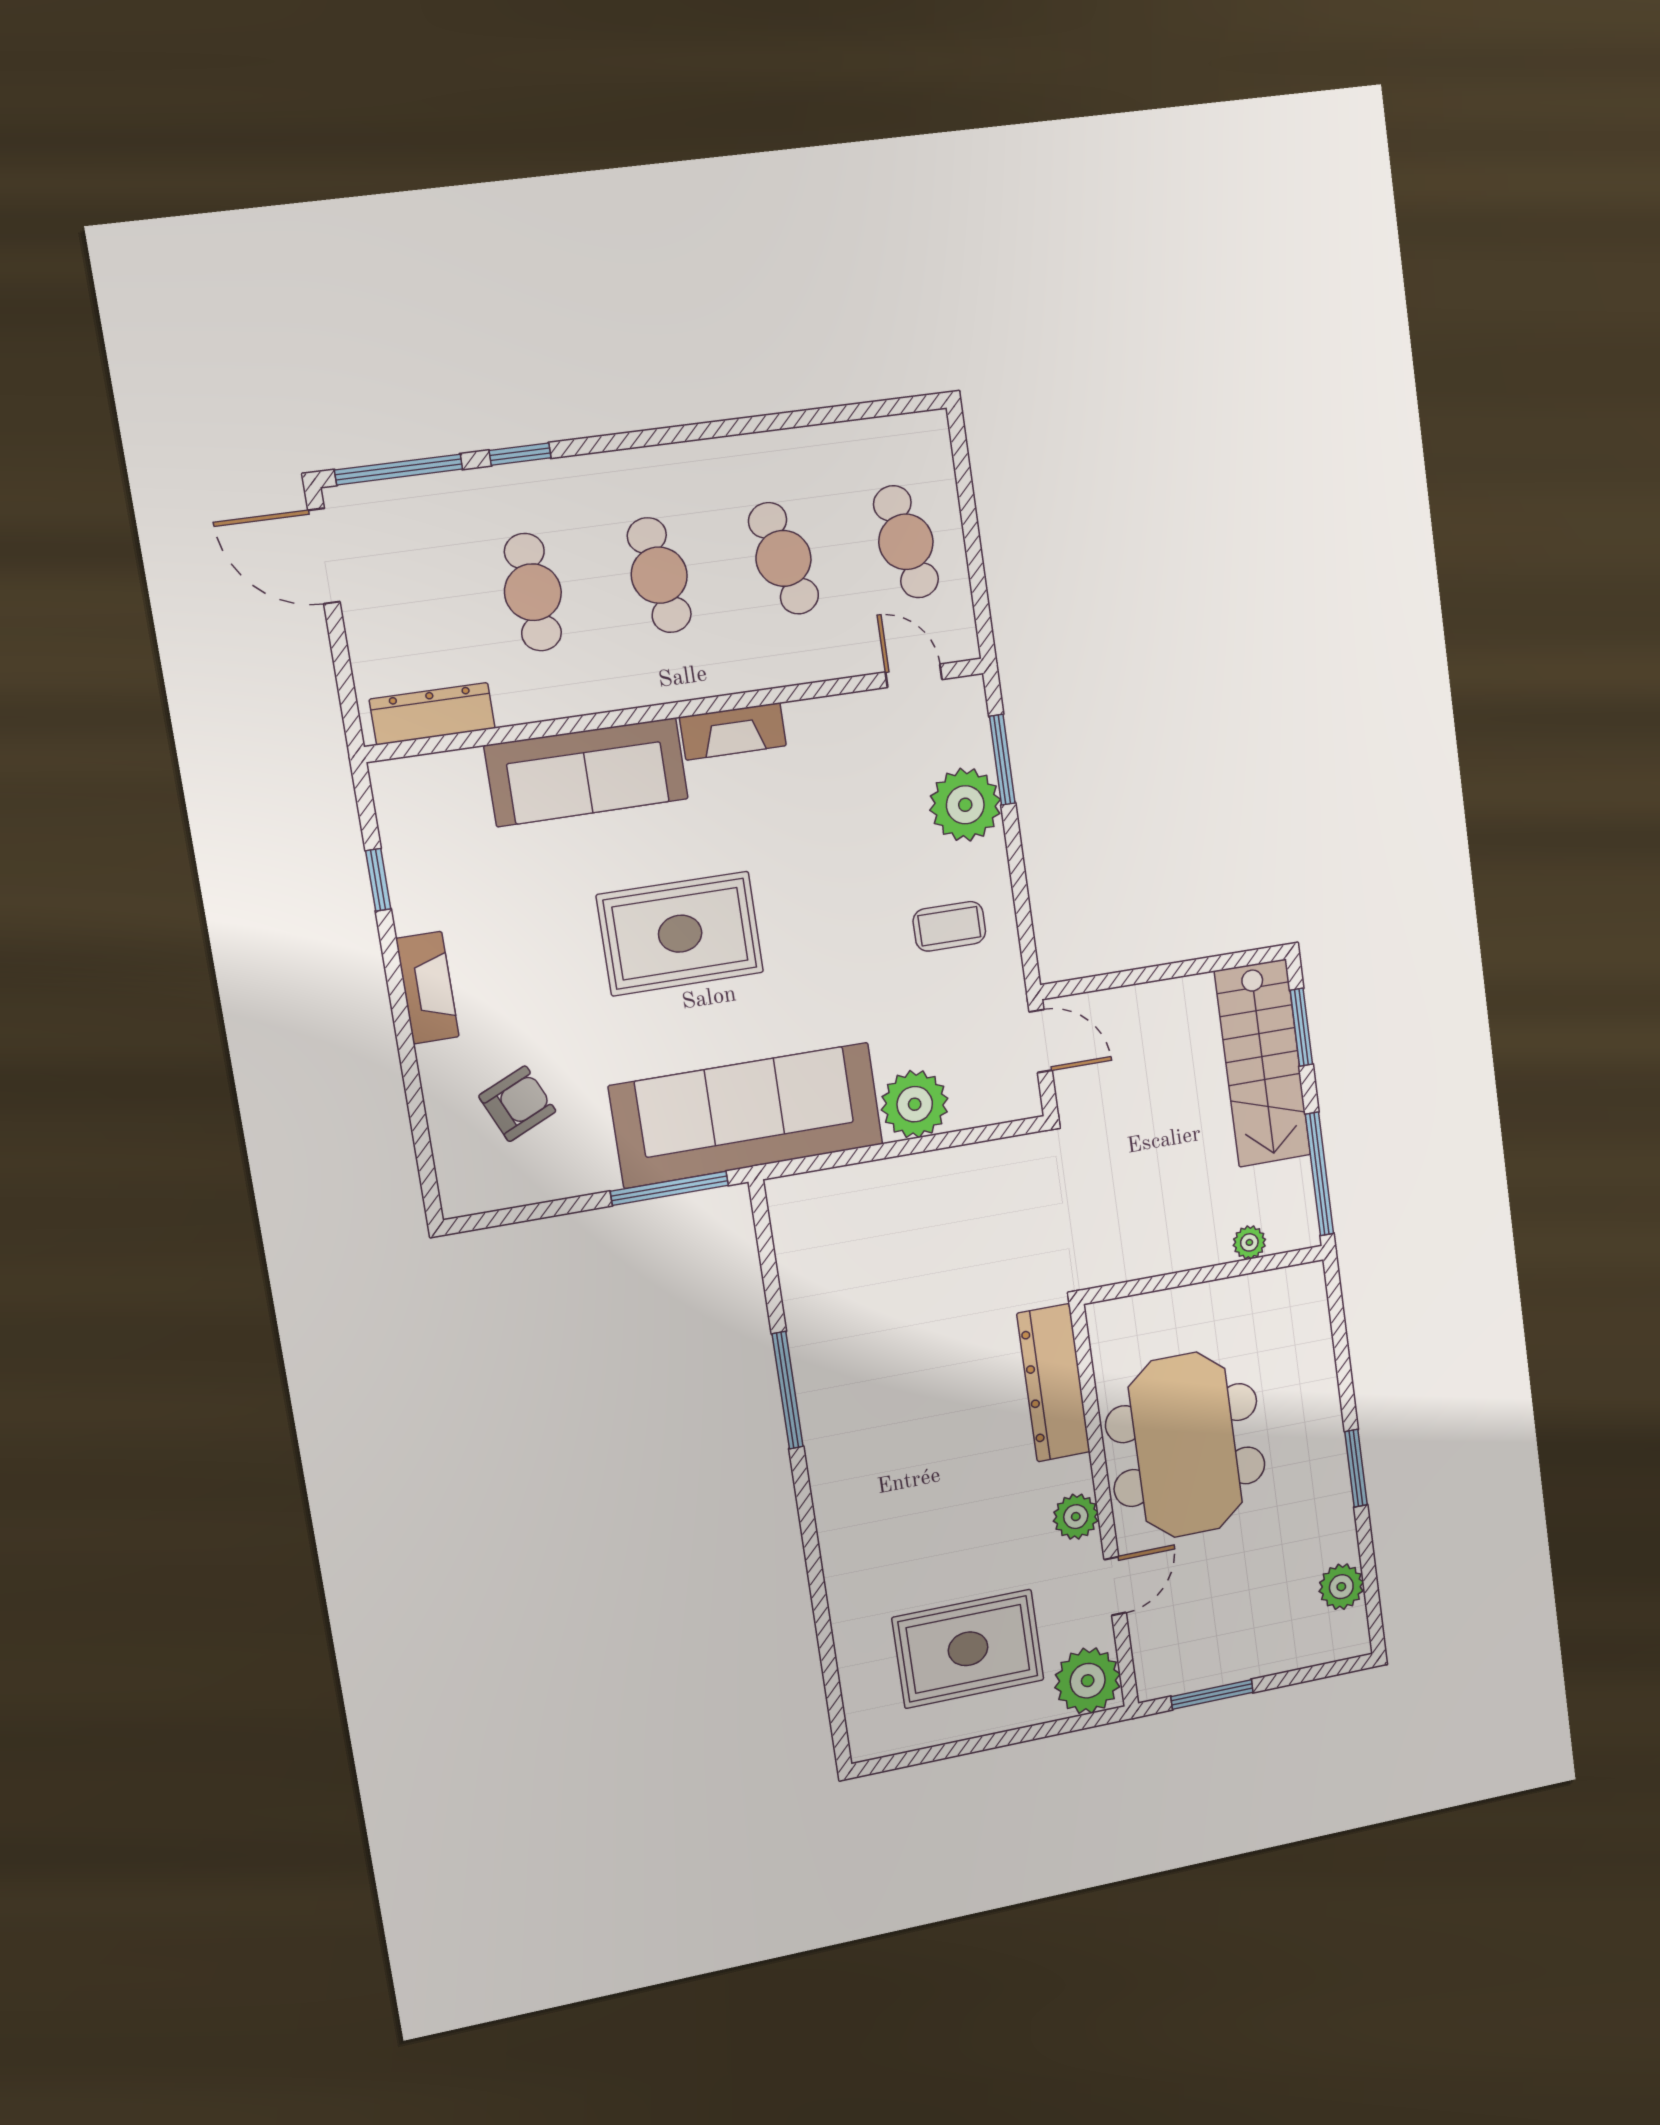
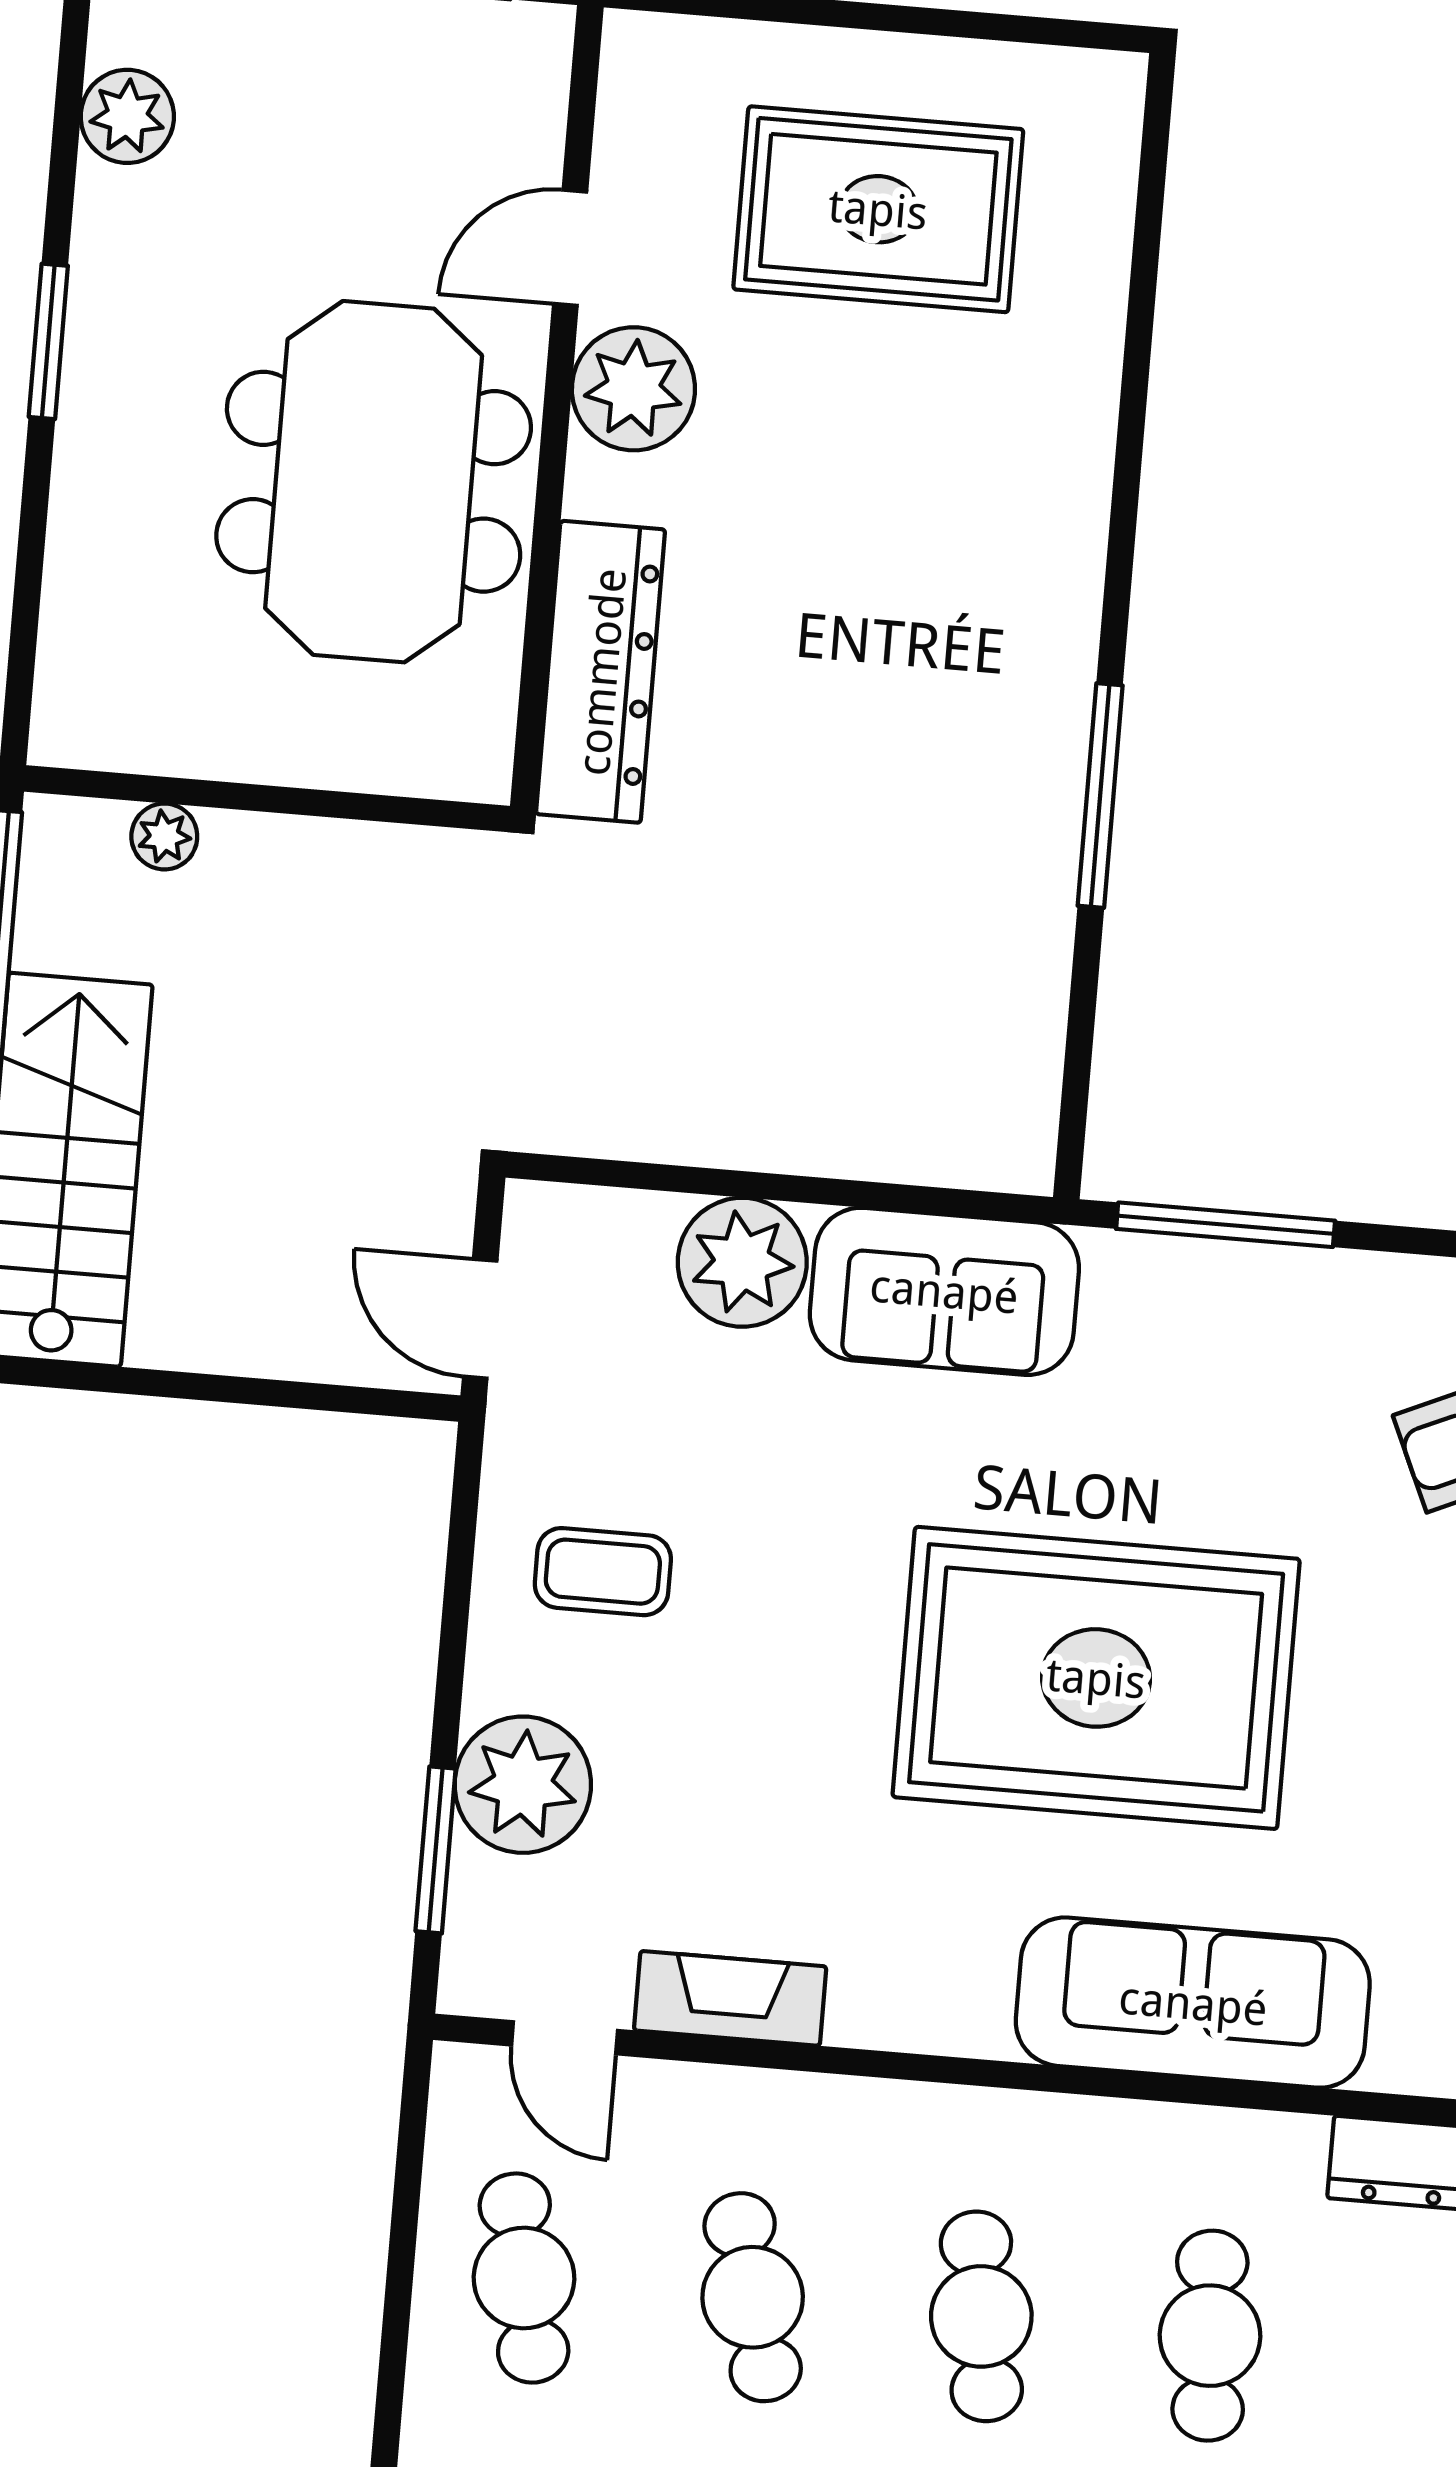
fireplace: (733, 731) -> (730, 1998), moved
rug: (680, 934) -> (1096, 1678), width x1.37, depth x1.44
sofa: (747, 1115) -> (944, 1291), width x0.54, depth x0.79
plant: (1076, 1517) -> (633, 389), width x1.36, depth x1.36
plant: (1088, 1681) -> (664, 79), removed

